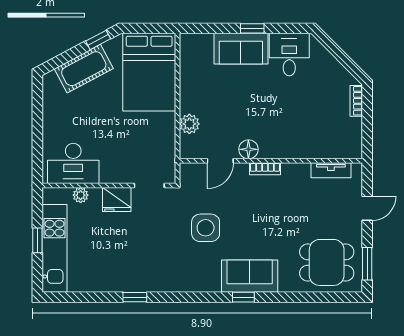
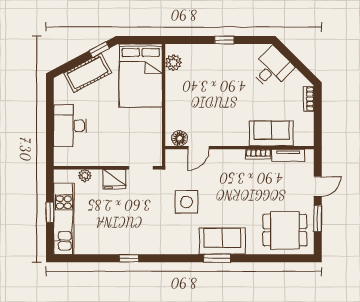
sofa: (241, 49) -> (271, 133), moved, turned 180
desk: (289, 54) -> (272, 68), moved, turned 45
plant: (189, 124) -> (173, 63), moved
floor lamp: (248, 149) -> (180, 138), moved
desk: (73, 163) -> (70, 126), moved, turned 90
bookcase: (265, 169) -> (258, 154), moved
window: (367, 264) -> (318, 218), moved
window: (243, 297) -> (217, 258), width x1.50

